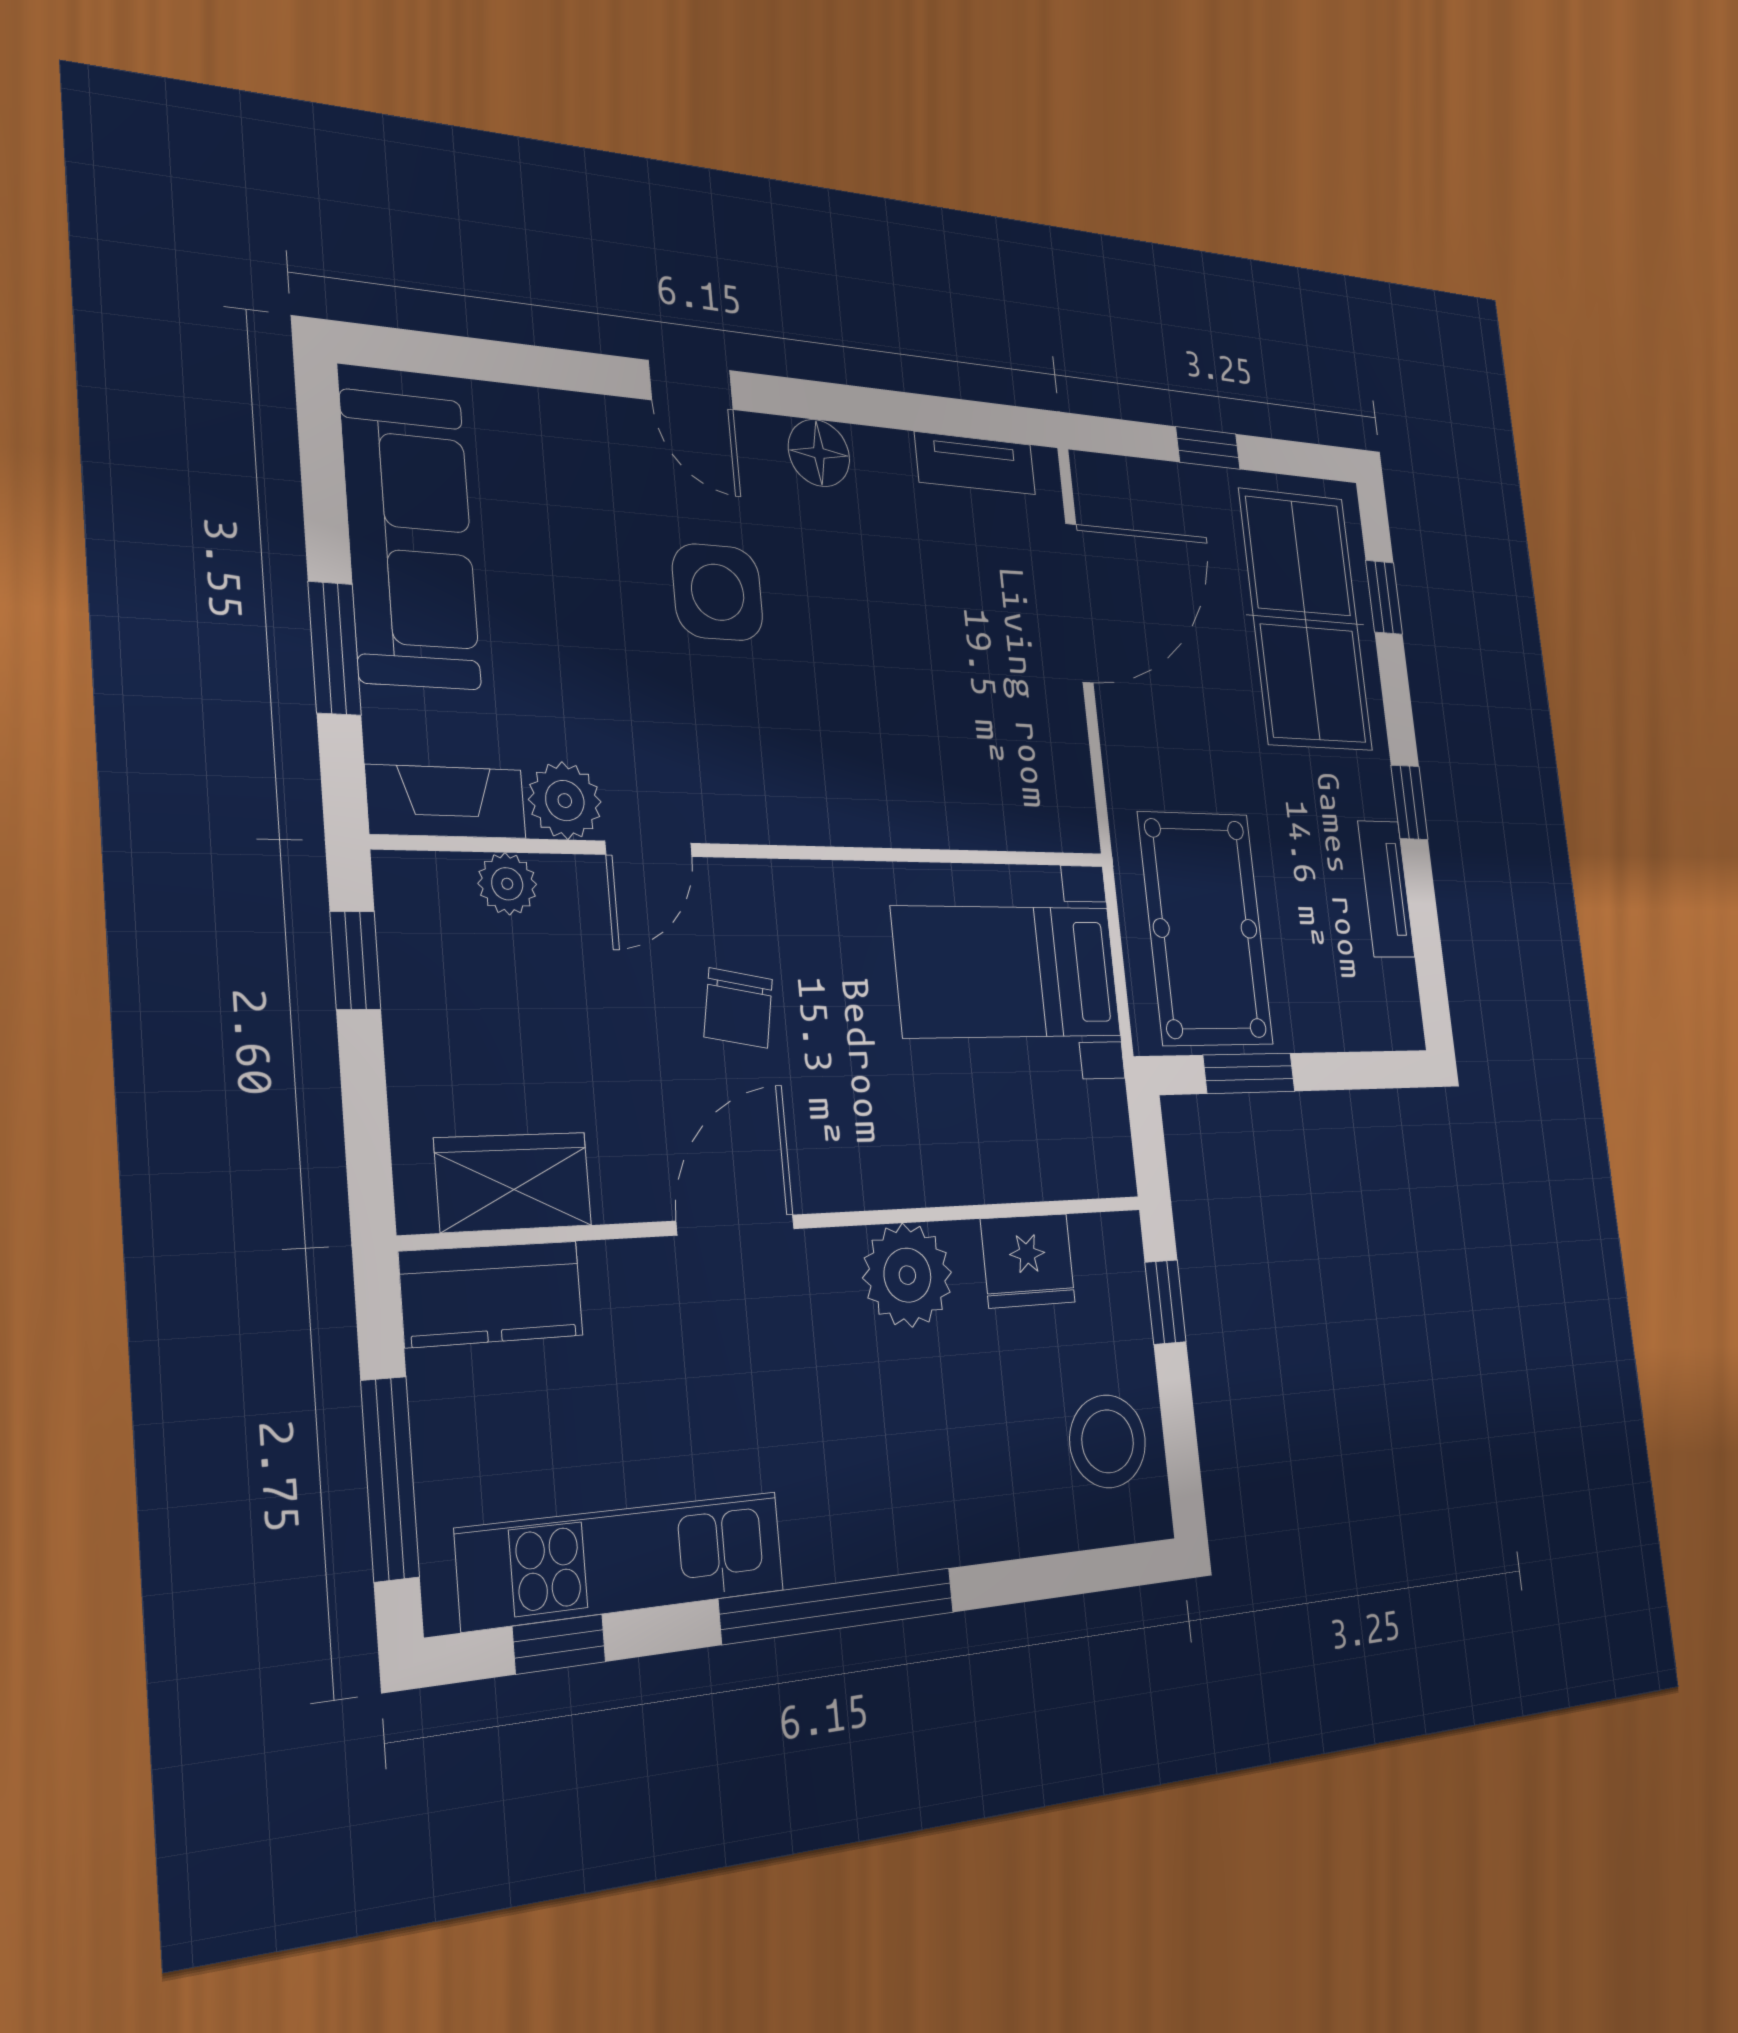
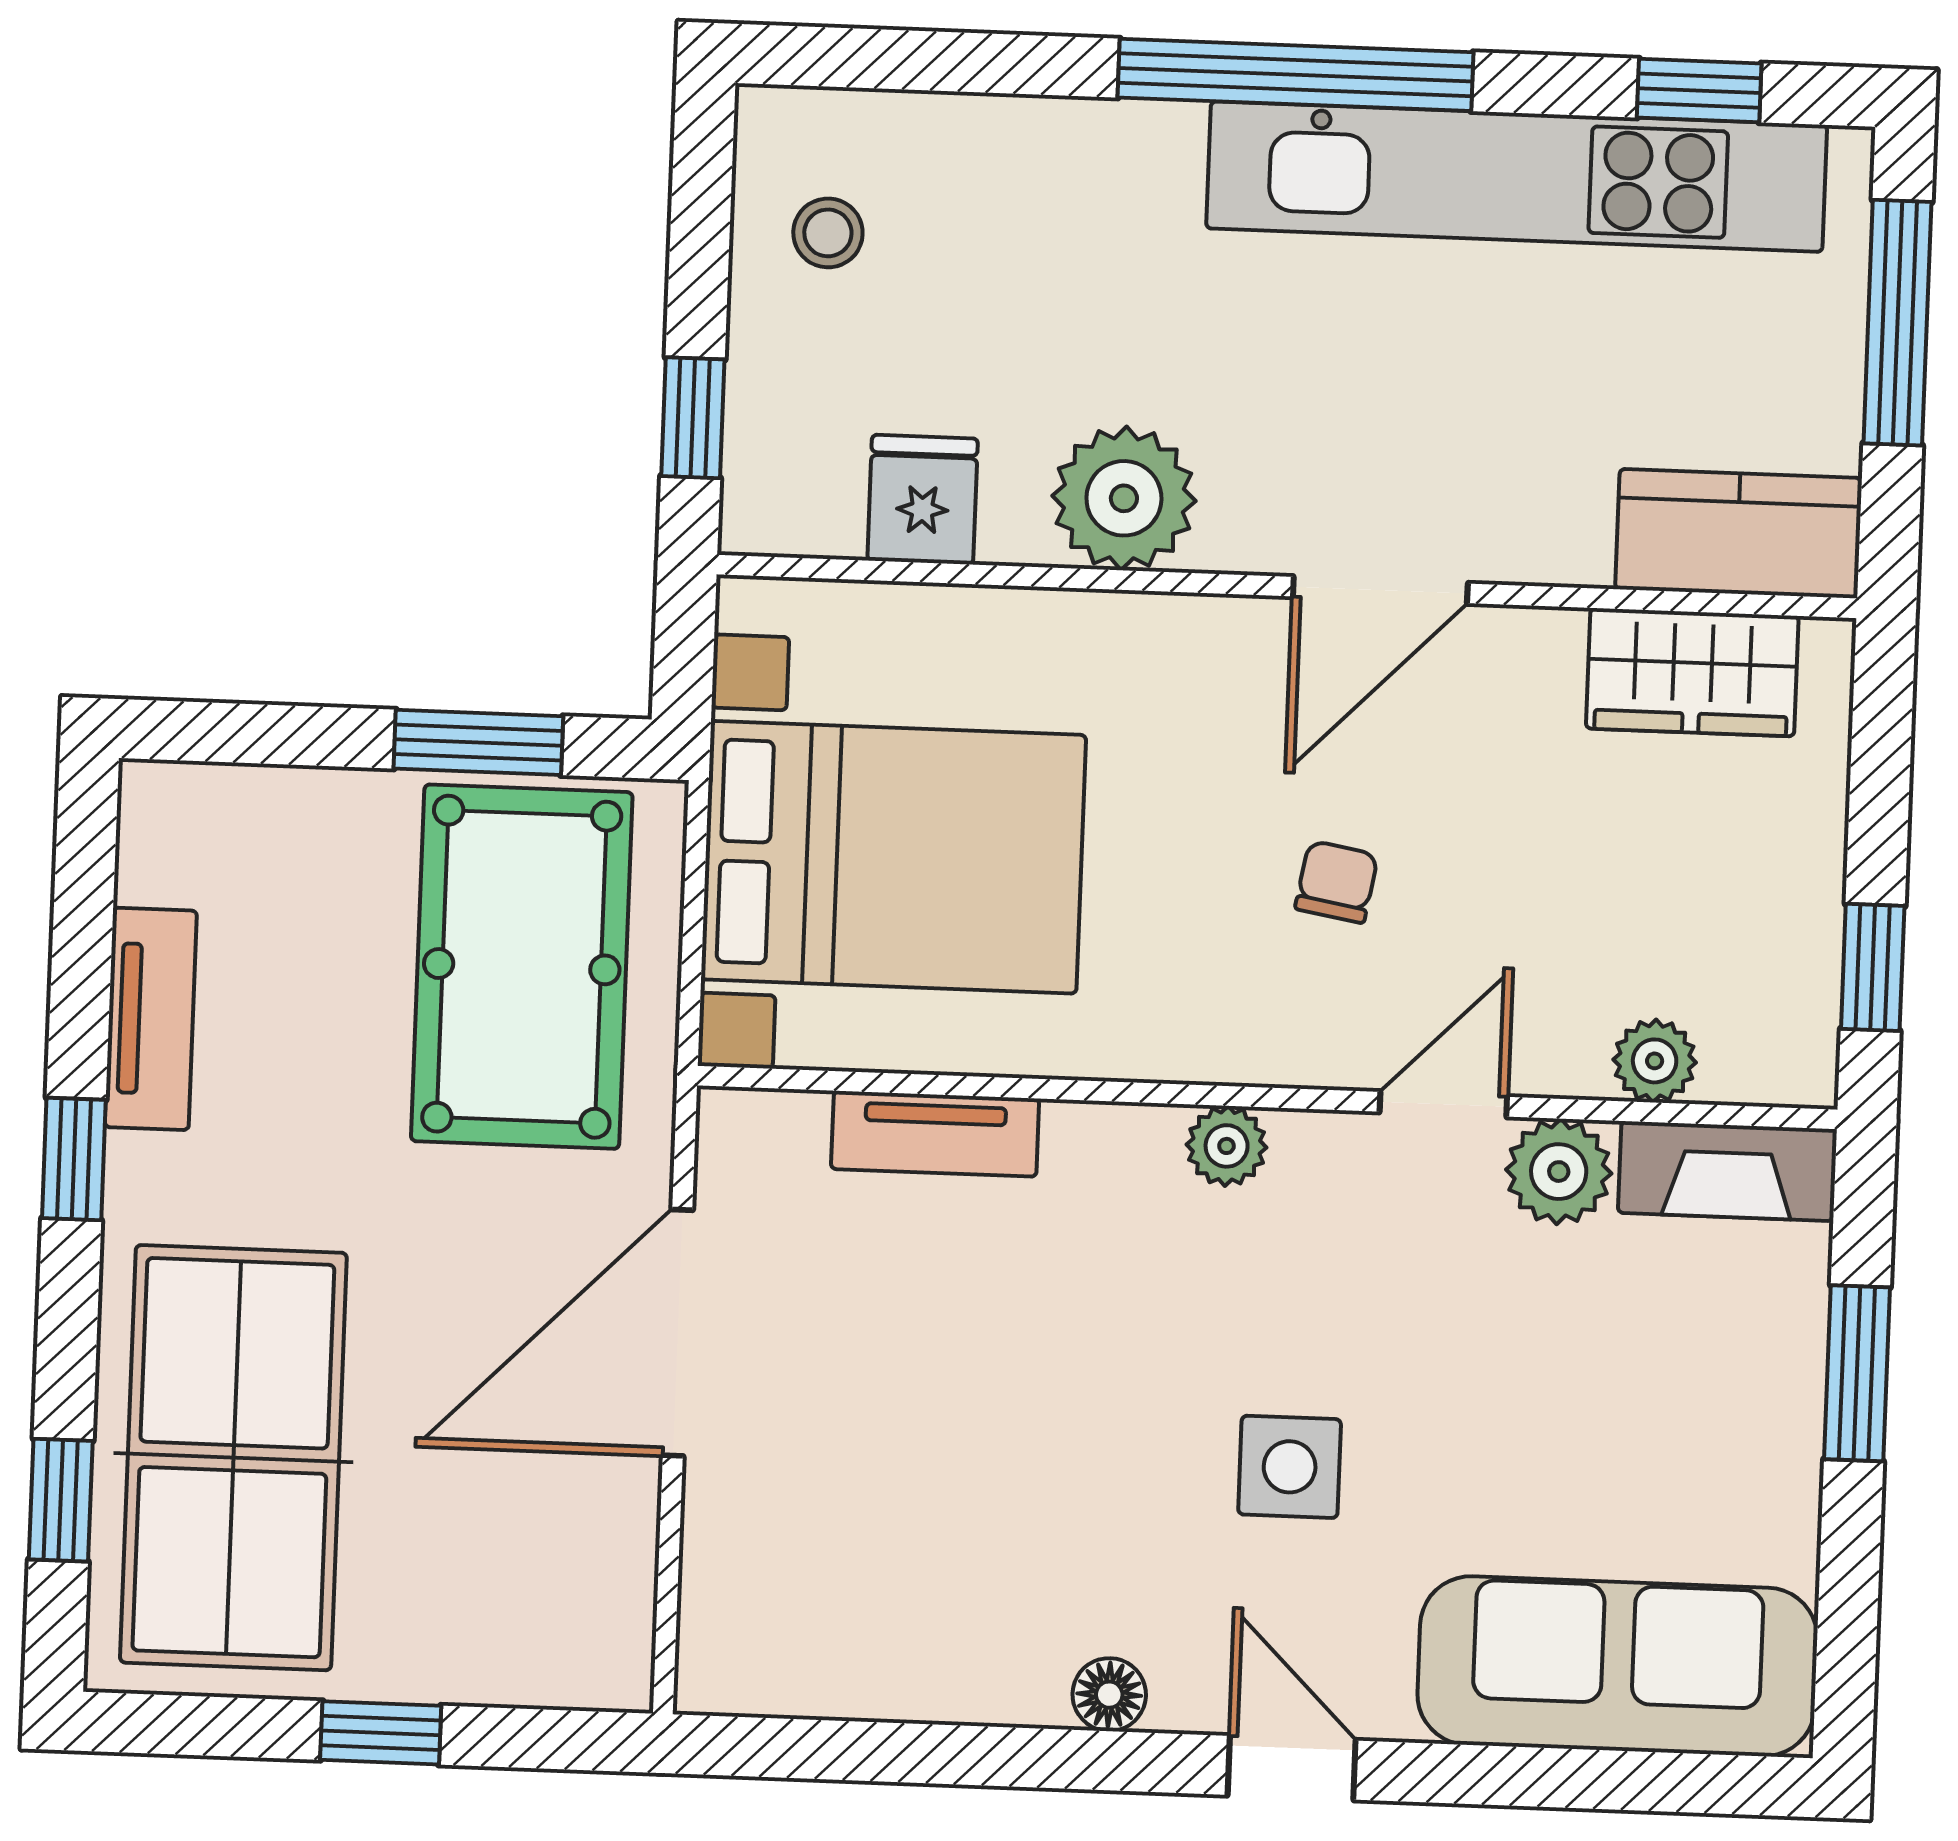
floor lamp: (819, 453) -> (1109, 1695), width x0.73, depth x0.73
tv unit: (975, 463) -> (935, 1134), moved, turned 180
sofa: (410, 540) -> (1617, 1666), moved, turned 90
side table: (718, 592) -> (1290, 1467), width x0.73, depth x0.73
door: (1079, 603) -> (677, 1333), moved
plant: (785, 817) -> (1227, 1146), added
bed with nightstands: (1008, 972) -> (893, 857), width x1.36
chair: (738, 1008) -> (1337, 882), width x0.73, depth x0.73
fridge: (1028, 1261) -> (923, 499), width x0.72
stool: (1108, 1441) -> (828, 233), width x0.53, depth x0.53
kitchen unit: (623, 1560) -> (1517, 177), width x1.36

